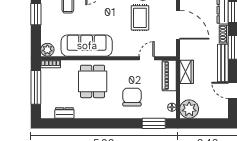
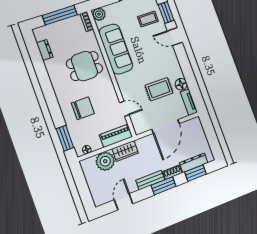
bench: (223, 63) -> (150, 180), width x0.73
plant: (189, 109) -> (105, 161), moved

